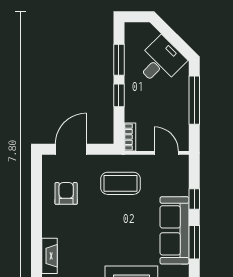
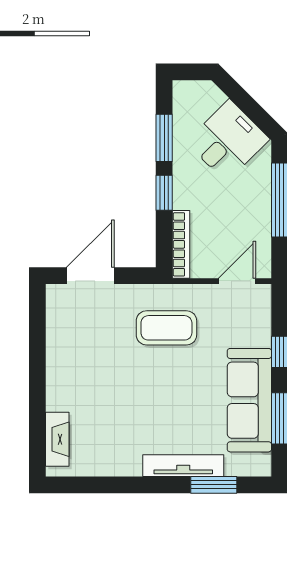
bookcase: (130, 137) -> (181, 244), width x1.56
door: (166, 153) -> (237, 281), hinge flipped
armchair: (66, 193) -> (83, 343), removed

